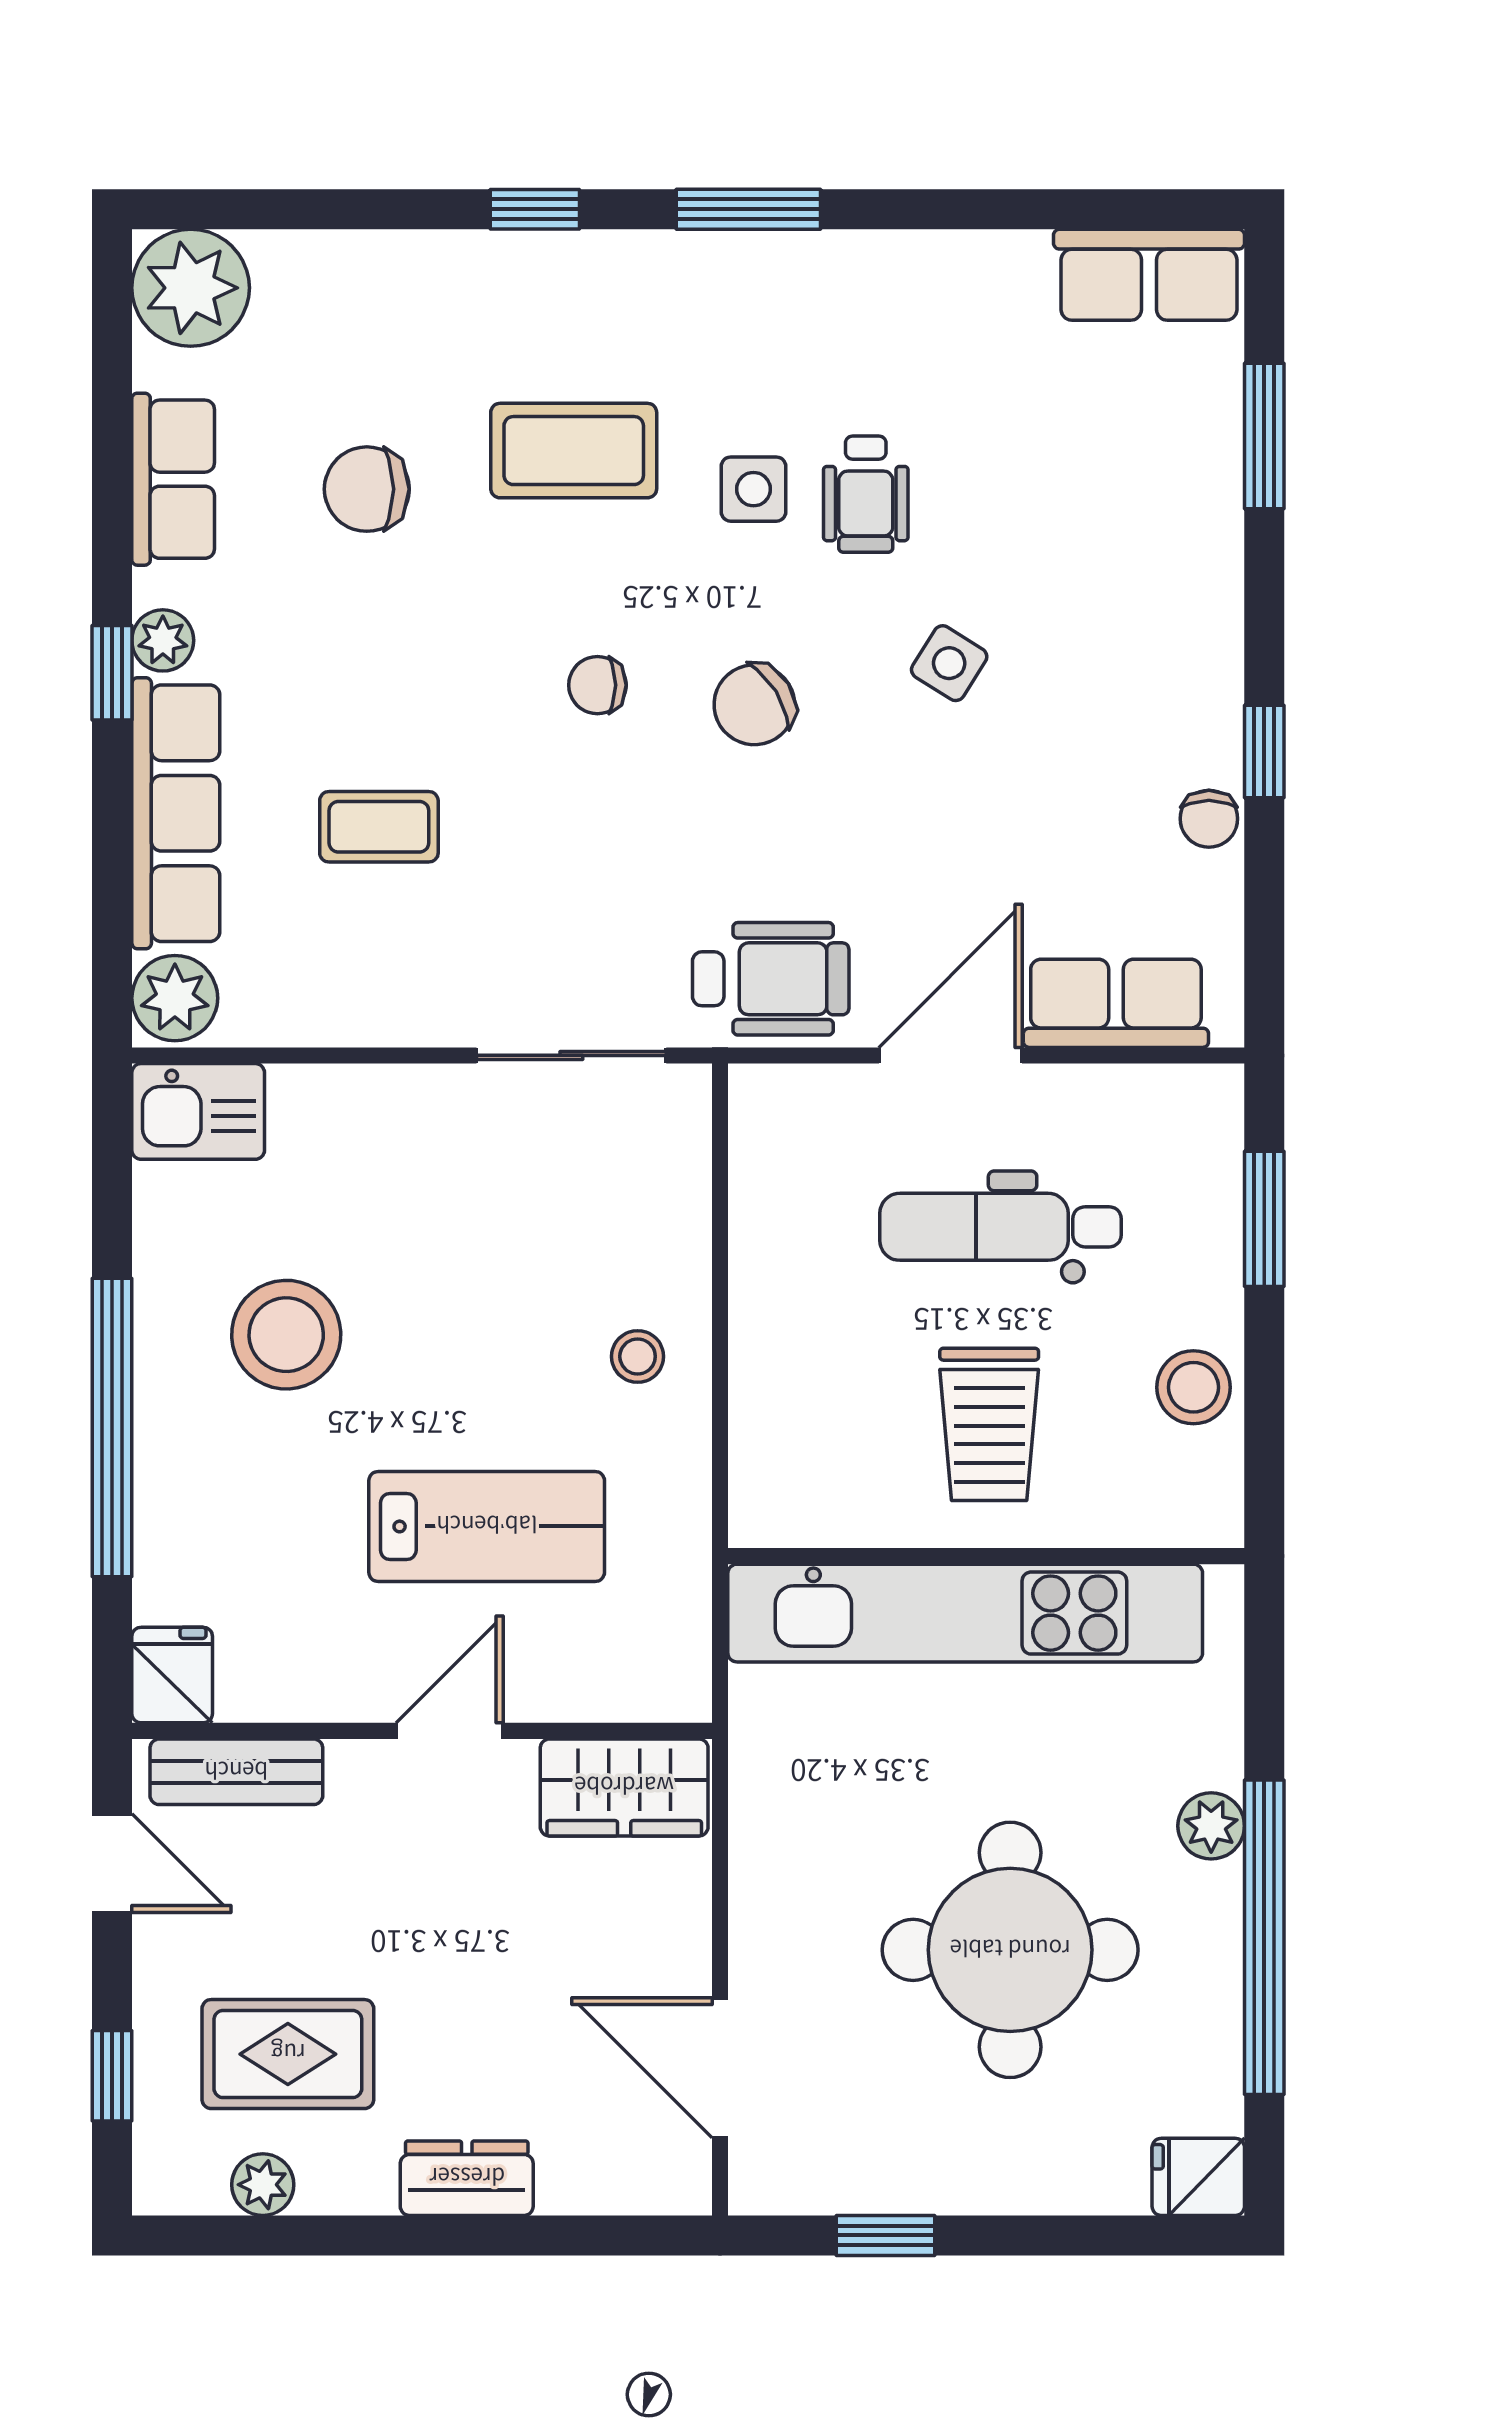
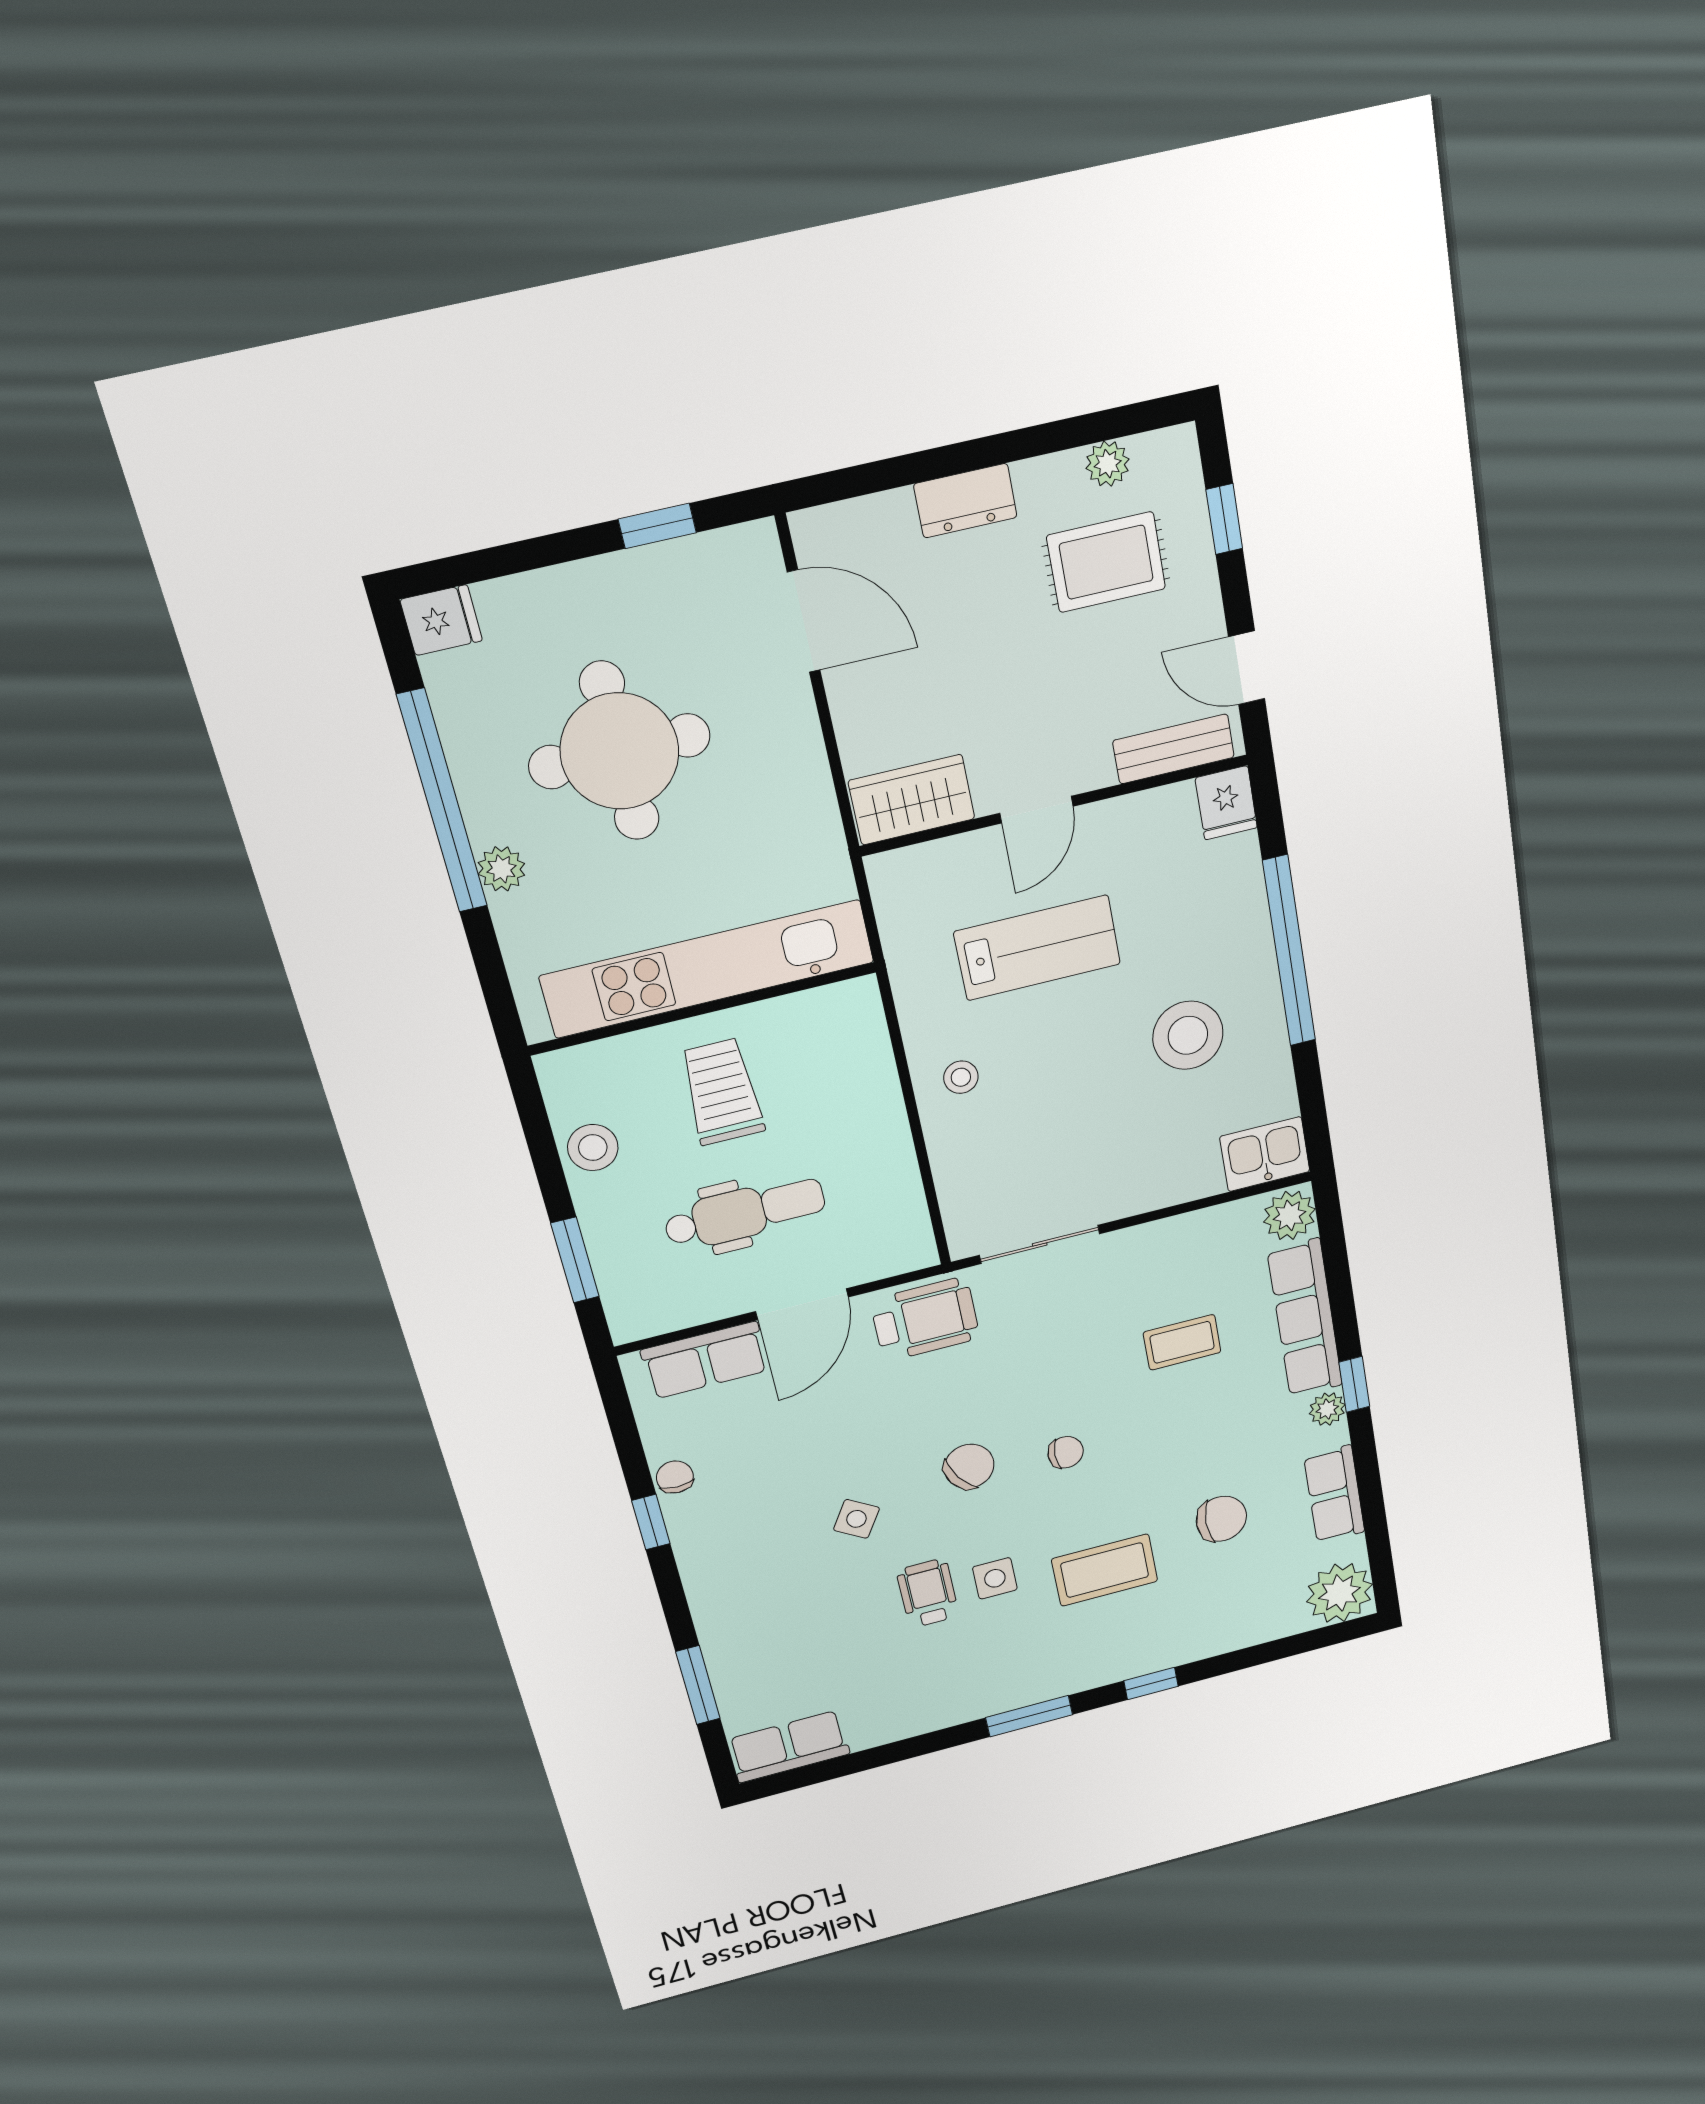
wheelchair: (771, 979) -> (925, 1319), turned 180
lab bench: (487, 1526) -> (1037, 948), turned 180

